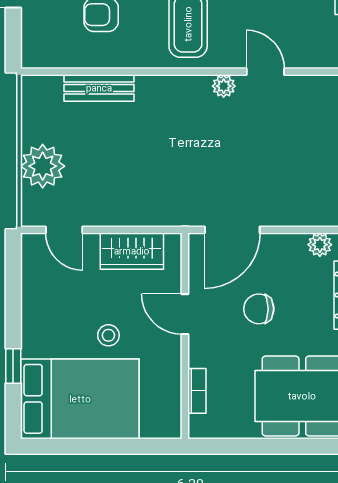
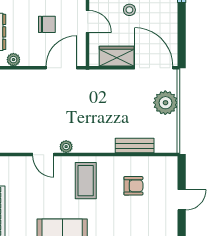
door: (64, 230) -> (154, 68), width x1.87

